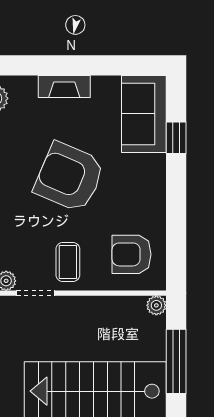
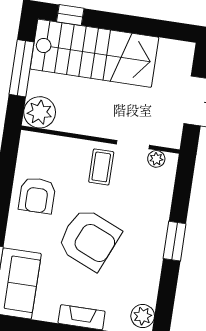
armchair: (131, 254) -> (37, 195), moved, turned 90
plant: (156, 305) -> (40, 112), width x1.87, depth x1.87

